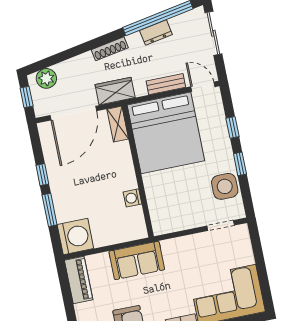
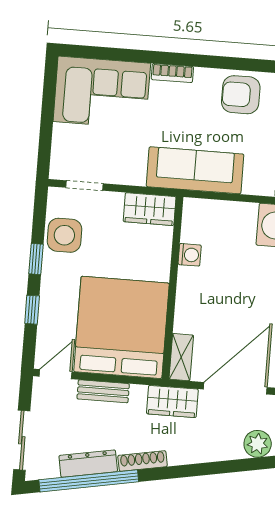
dresser: (156, 33) -> (88, 464), width x1.44
shoe rack: (110, 49) -> (143, 461), moved
door: (203, 87) -> (56, 374), swing flipped
wardrobe: (170, 222) -> (150, 209), added
sofa: (137, 260) -> (195, 170), width x1.36

